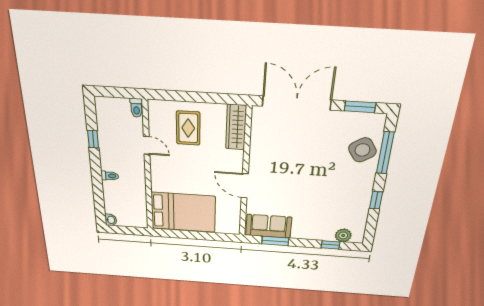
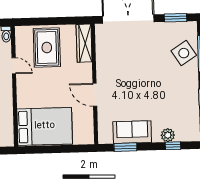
rug: (188, 128) -> (47, 47), width x1.36, depth x1.43
sofa: (269, 226) -> (132, 132), moved
plant: (343, 235) -> (168, 135), moved

